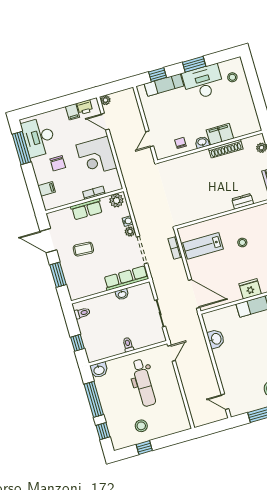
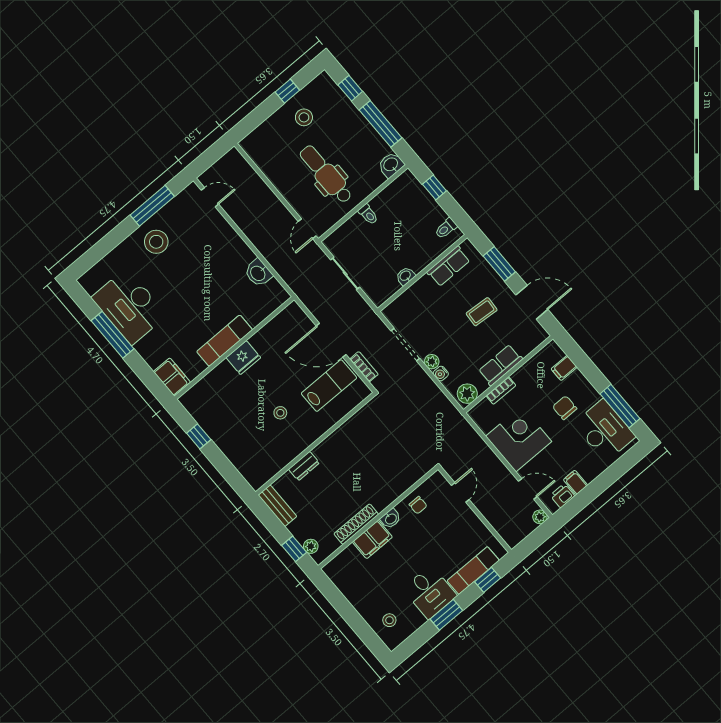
desk: (203, 82) -> (430, 592), width x0.73
row of seats: (126, 278) -> (448, 266), moved, width x0.68
door: (194, 294) -> (331, 340), moved

